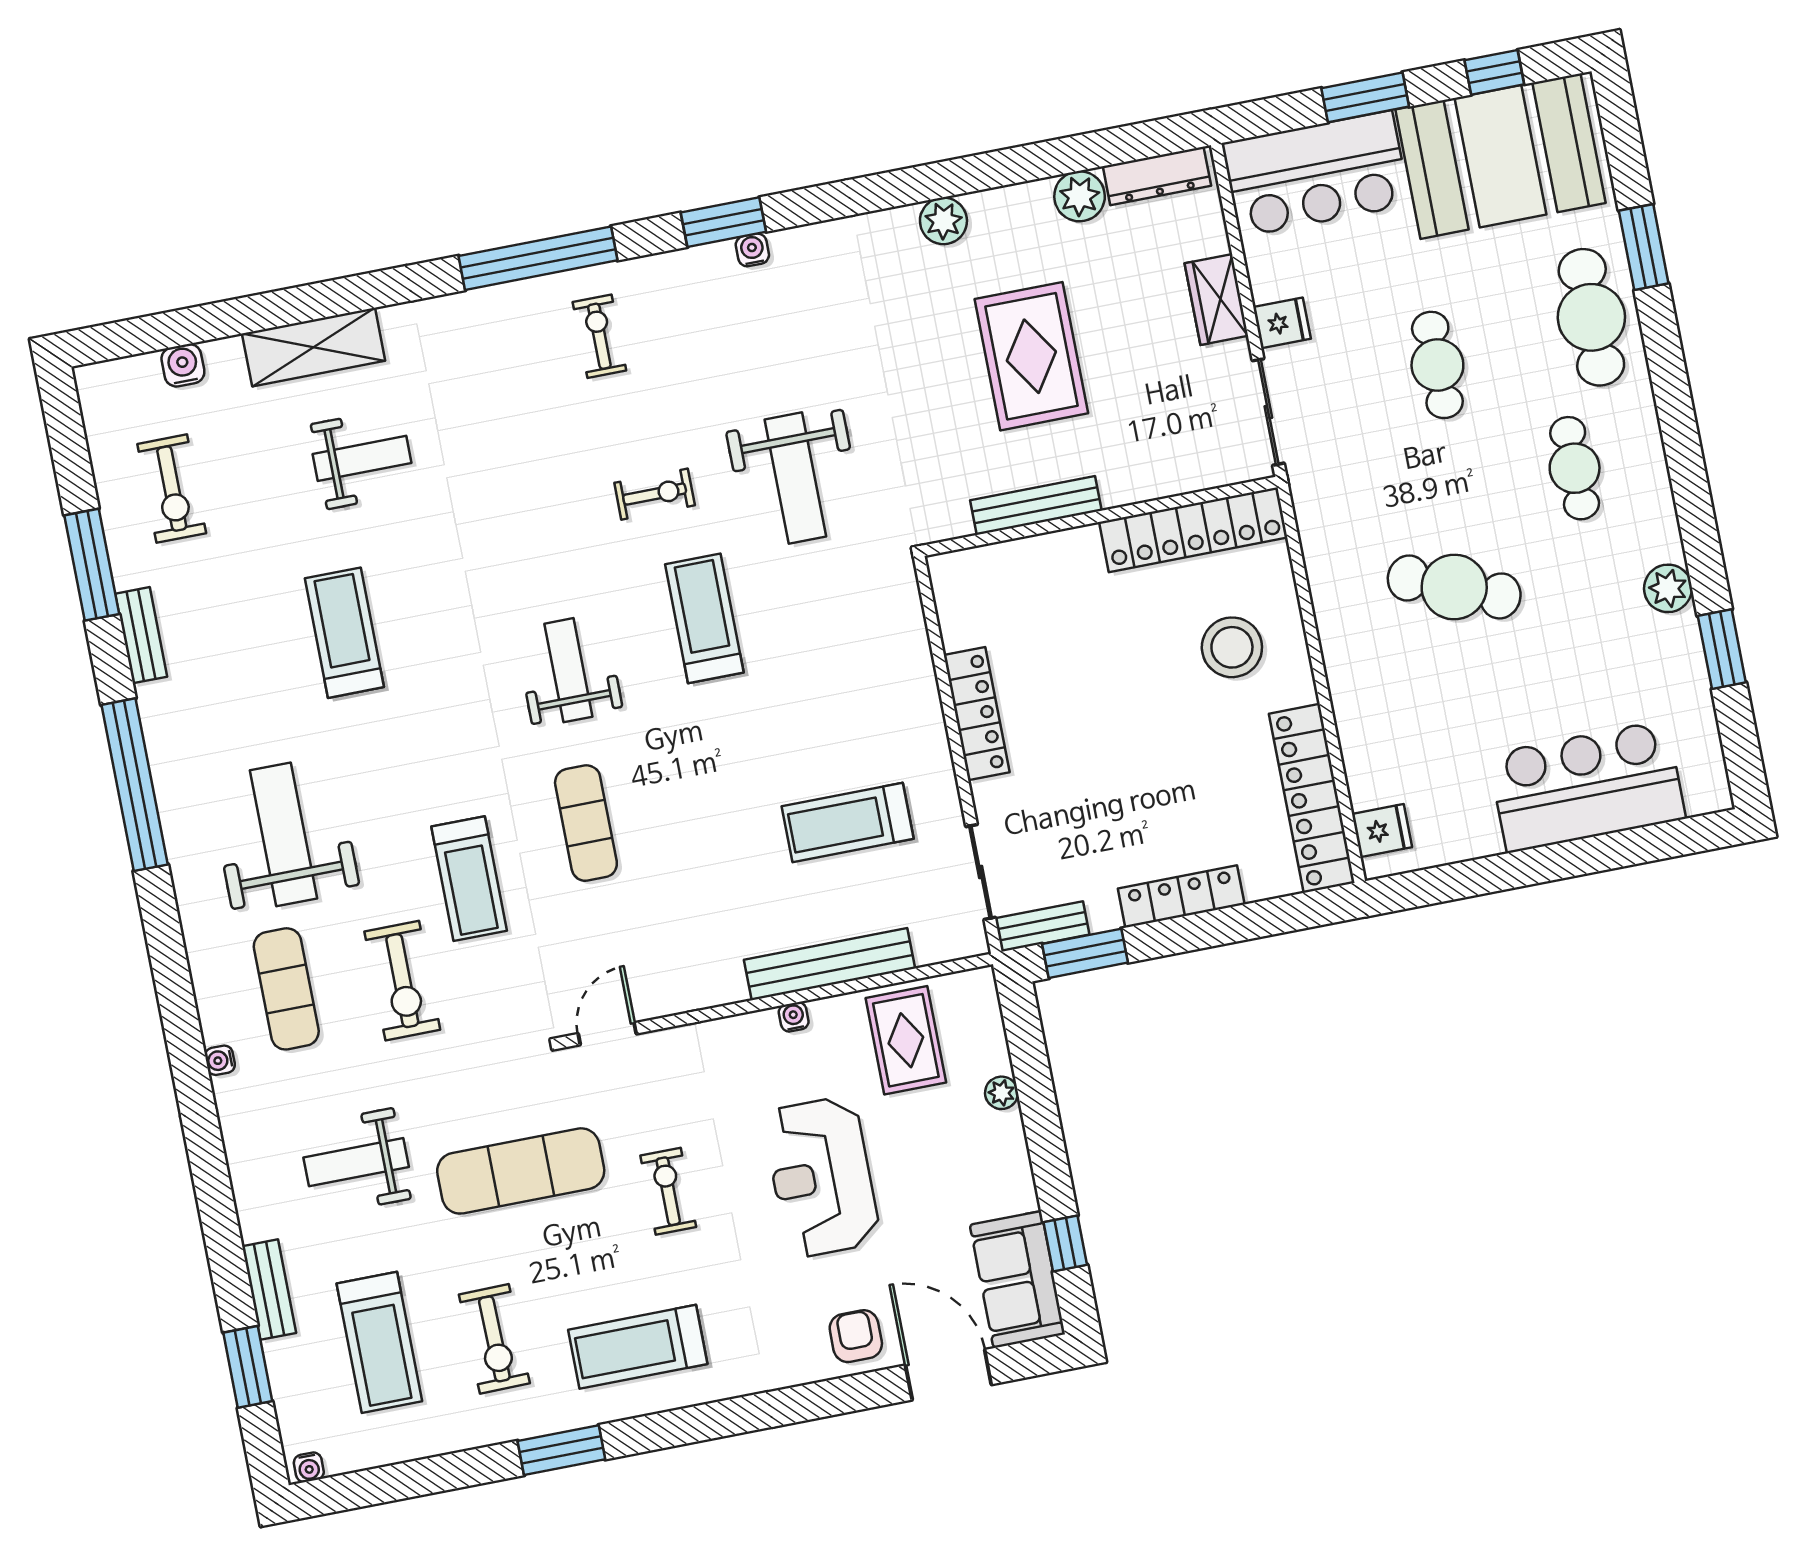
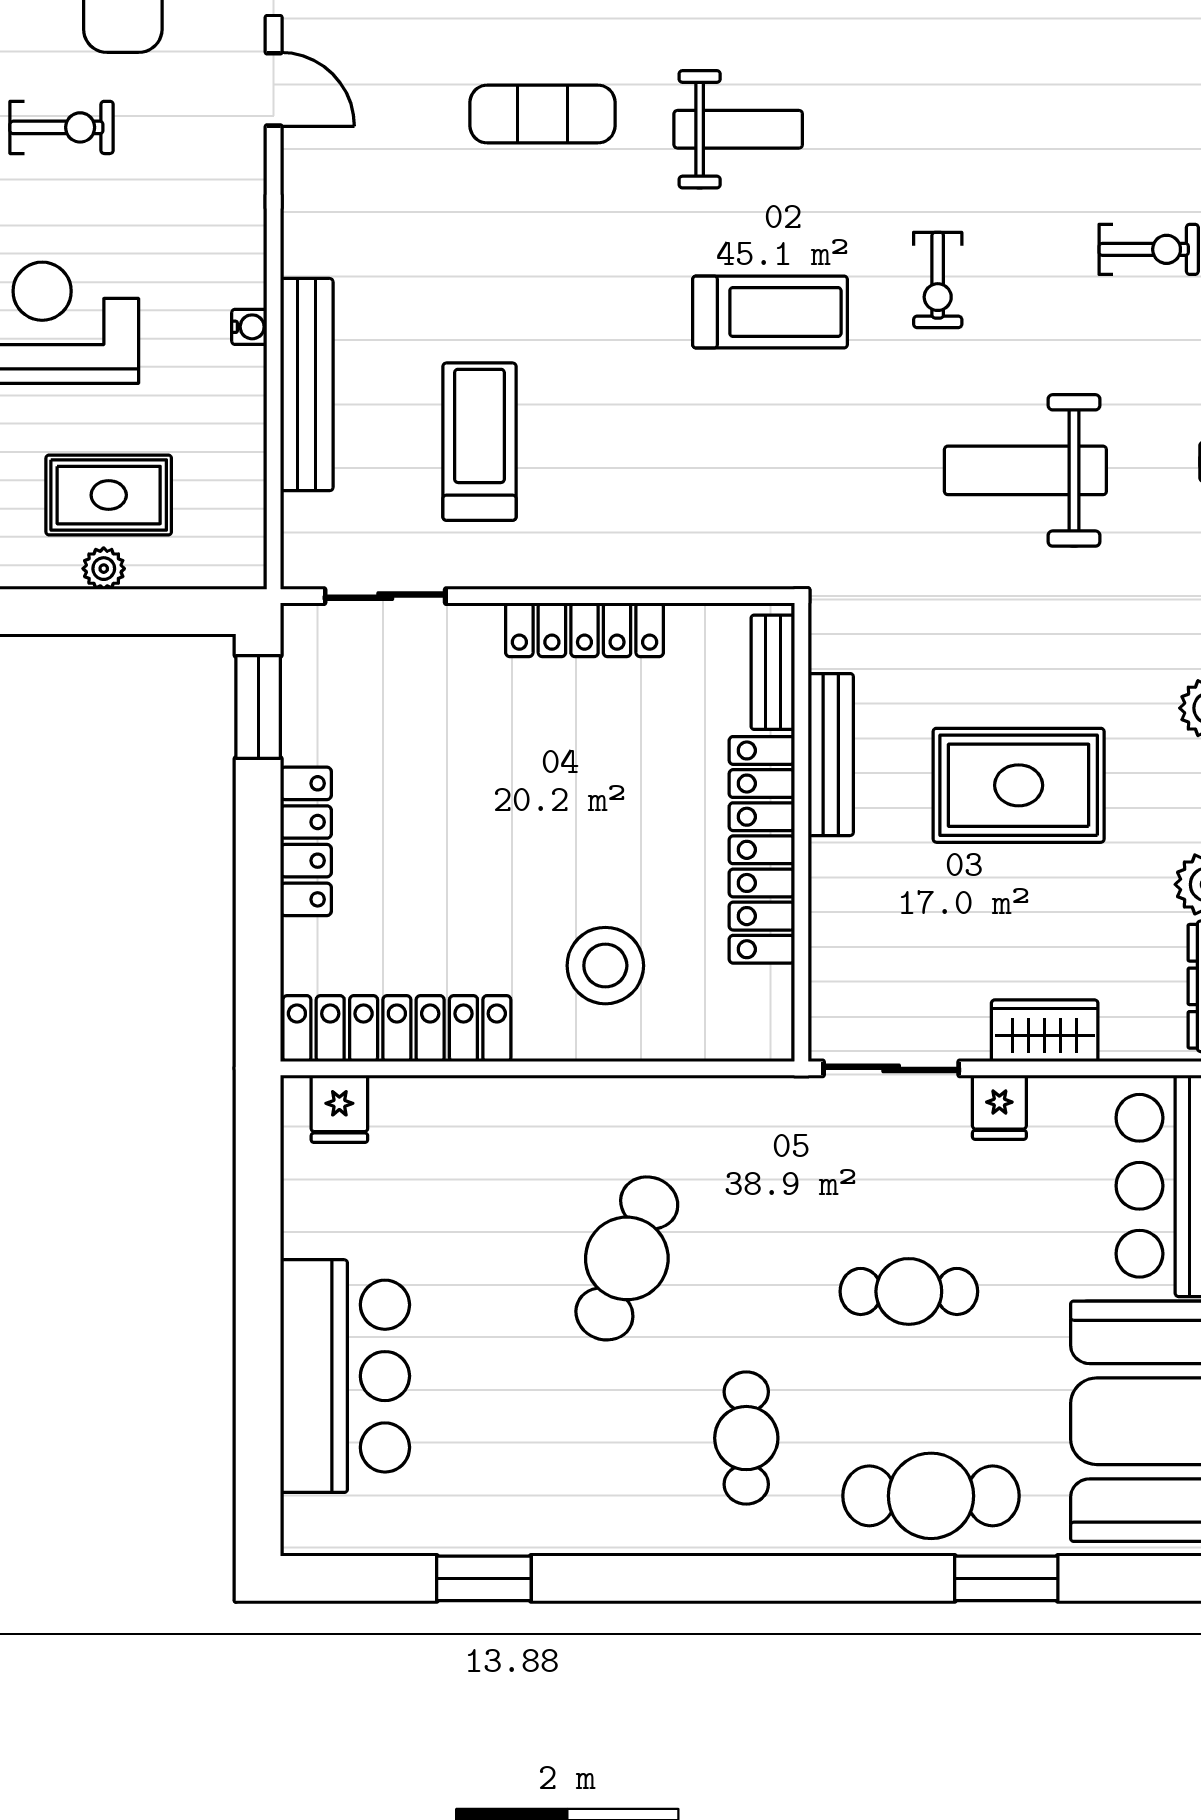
cafe table: (1575, 468) -> (746, 1438), turned 90
weight bench: (795, 478) -> (1025, 470), moved
locker: (1193, 530) -> (762, 850), moved
plant: (1668, 588) -> (573, 1526), removed
bench: (1042, 926) -> (773, 672), moved
rug: (906, 1040) -> (109, 495), moved

